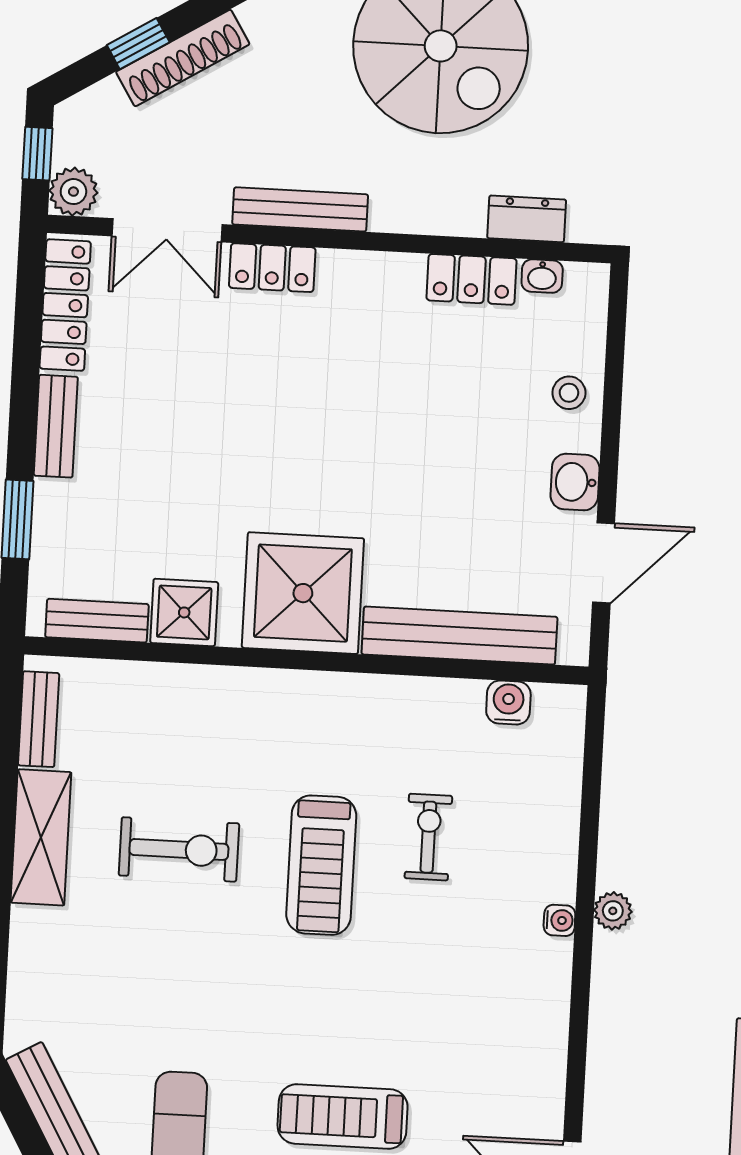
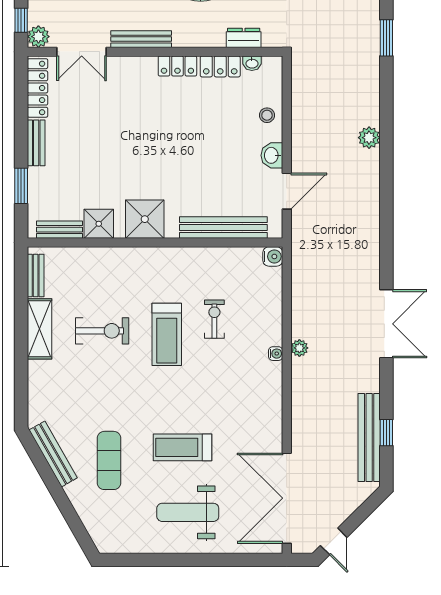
locker: (272, 268) -> (177, 66), moved
shower: (303, 593) -> (145, 219), width x0.73, depth x0.73
water cooler: (508, 702) -> (273, 256), moved, turned 90

